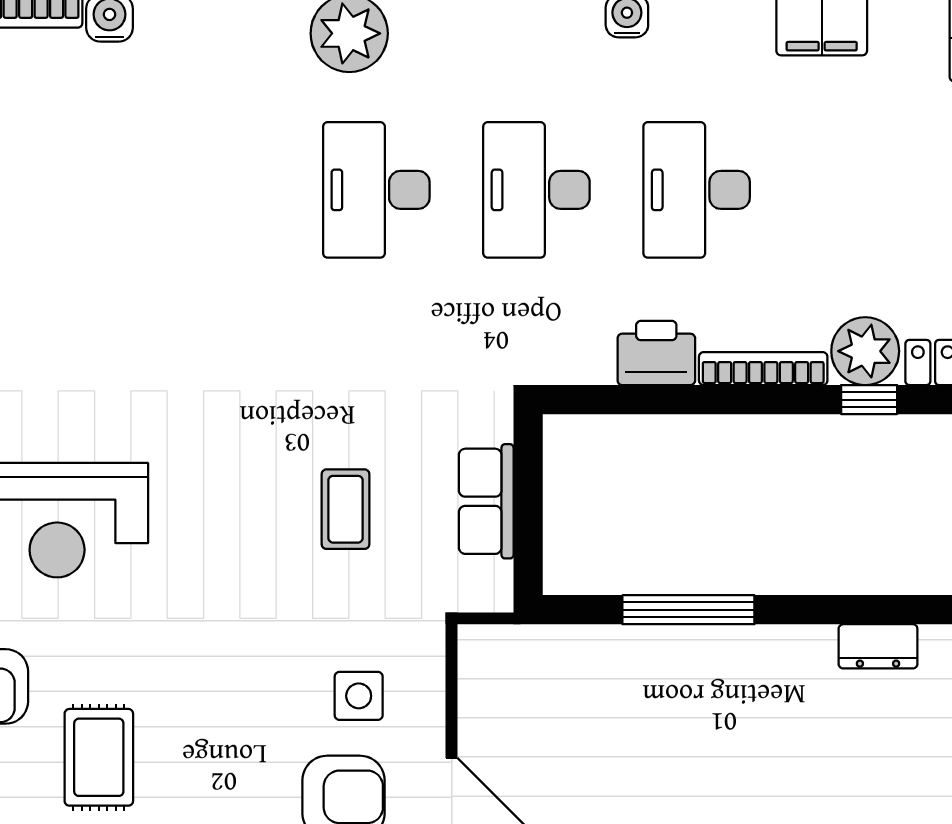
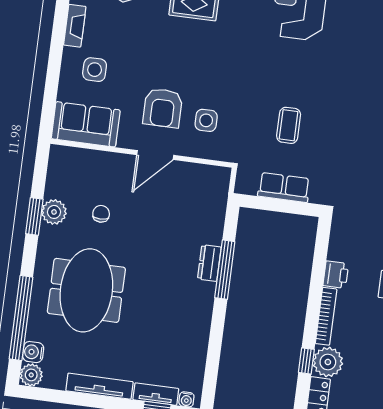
printer: (656, 353) -> (336, 275), width x0.73, depth x0.81
coffee table: (346, 509) -> (289, 125), turned 90
dresser: (878, 646) -> (209, 263), moved

